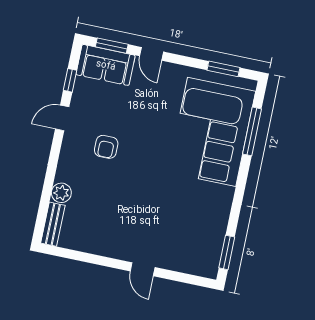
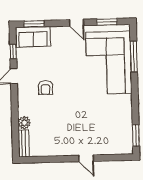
door: (151, 54) -> (77, 23), moved

